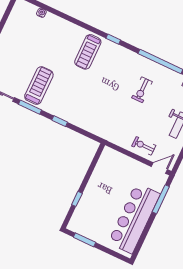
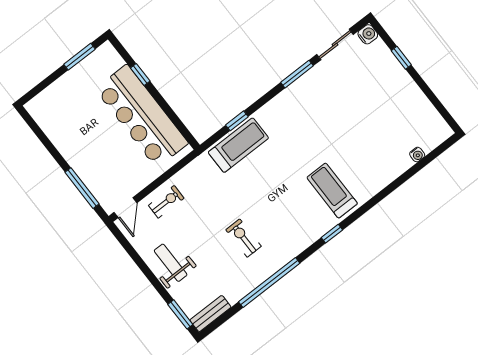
treadmill: (39, 86) -> (238, 145), moved, turned -90
window: (60, 121) -> (237, 121), moved
bar counter: (134, 218) -> (142, 116), moved, turned 180

